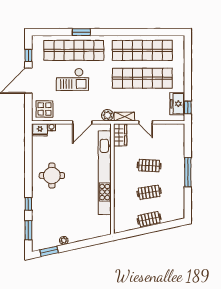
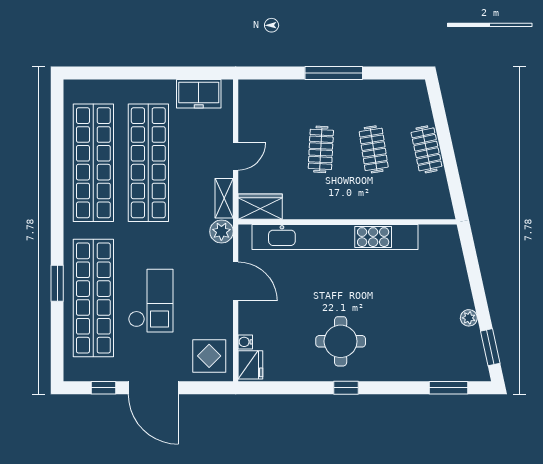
window: (188, 108) -> (206, 73), removed
window: (28, 204) -> (346, 388), moved

